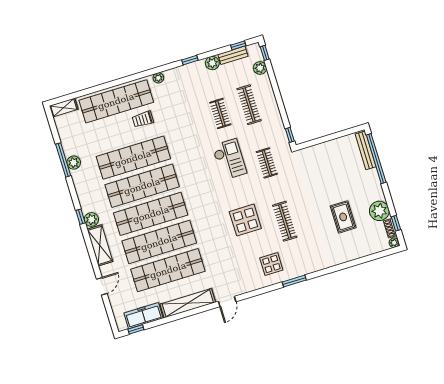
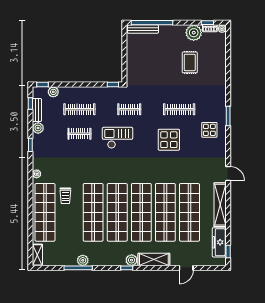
rug: (343, 217) -> (190, 62), turned 90
door: (102, 286) -> (186, 268), swing flipped

